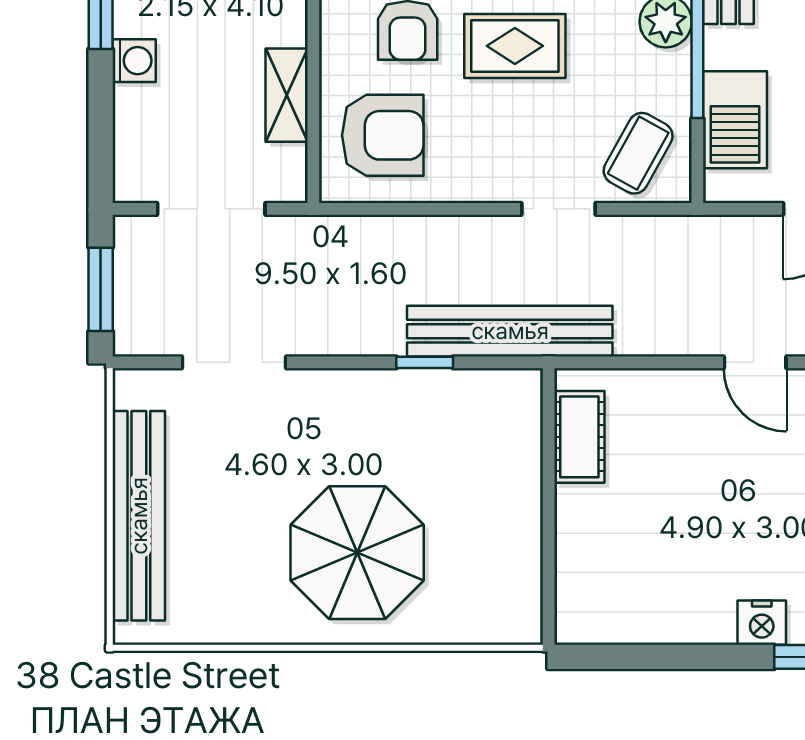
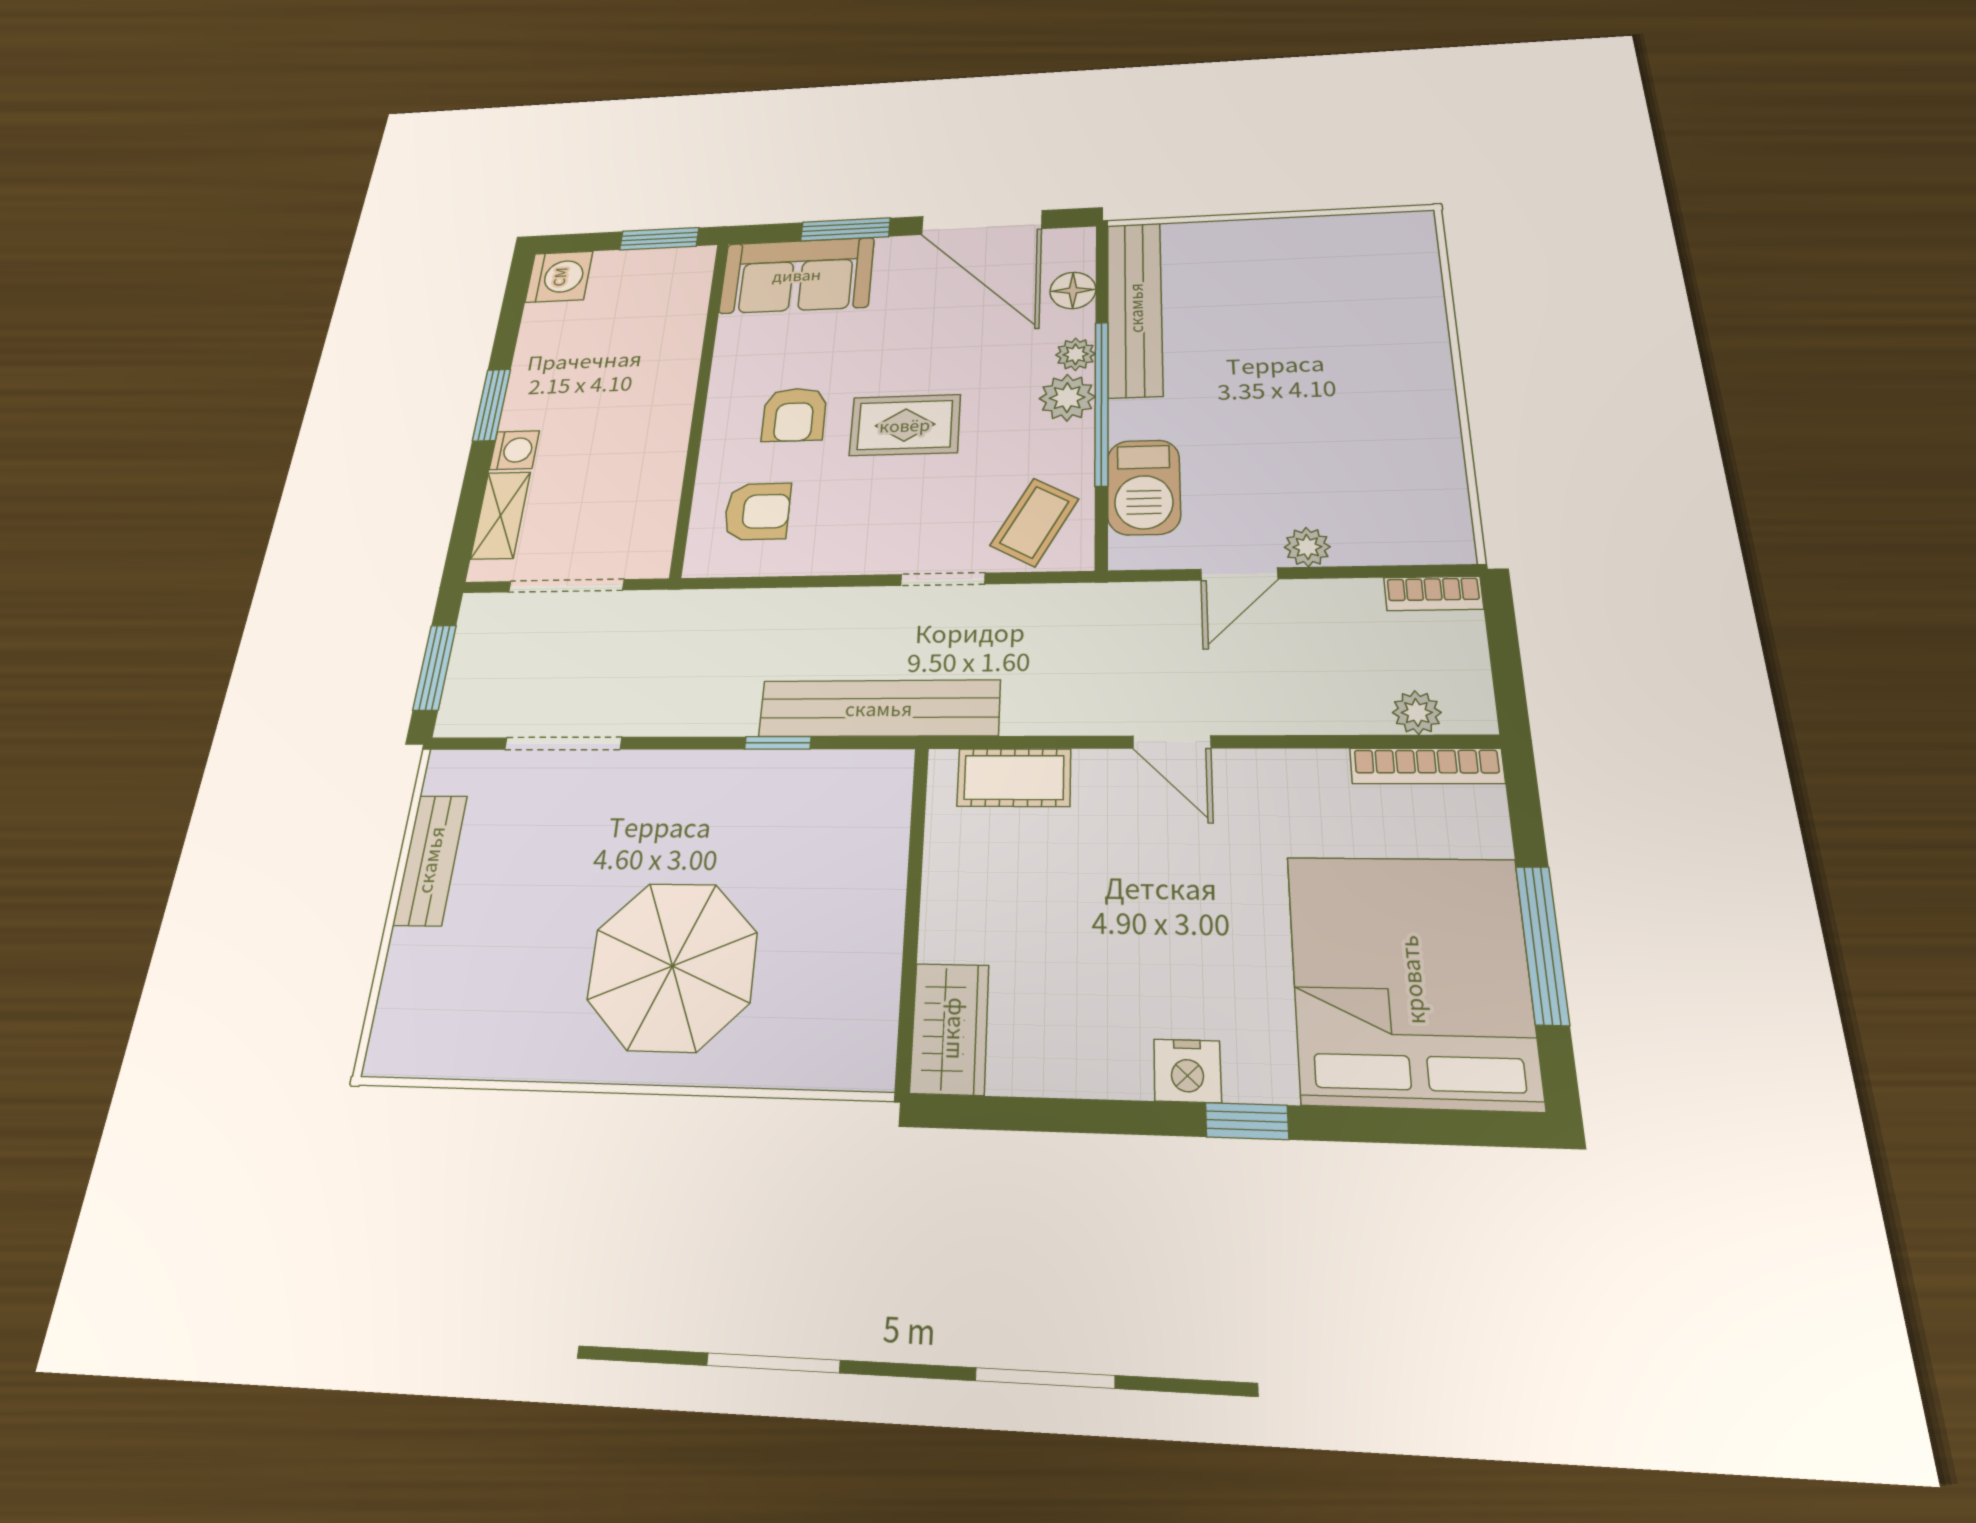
shelving: (287, 95) -> (501, 515), moved
armchair: (383, 135) -> (757, 511), width x0.72, depth x0.72
cot: (579, 437) -> (1014, 778), moved, turned 90
bench: (139, 516) -> (430, 860), width x0.54, depth x0.82
wardrobe: (583, 596) -> (950, 1028), added

